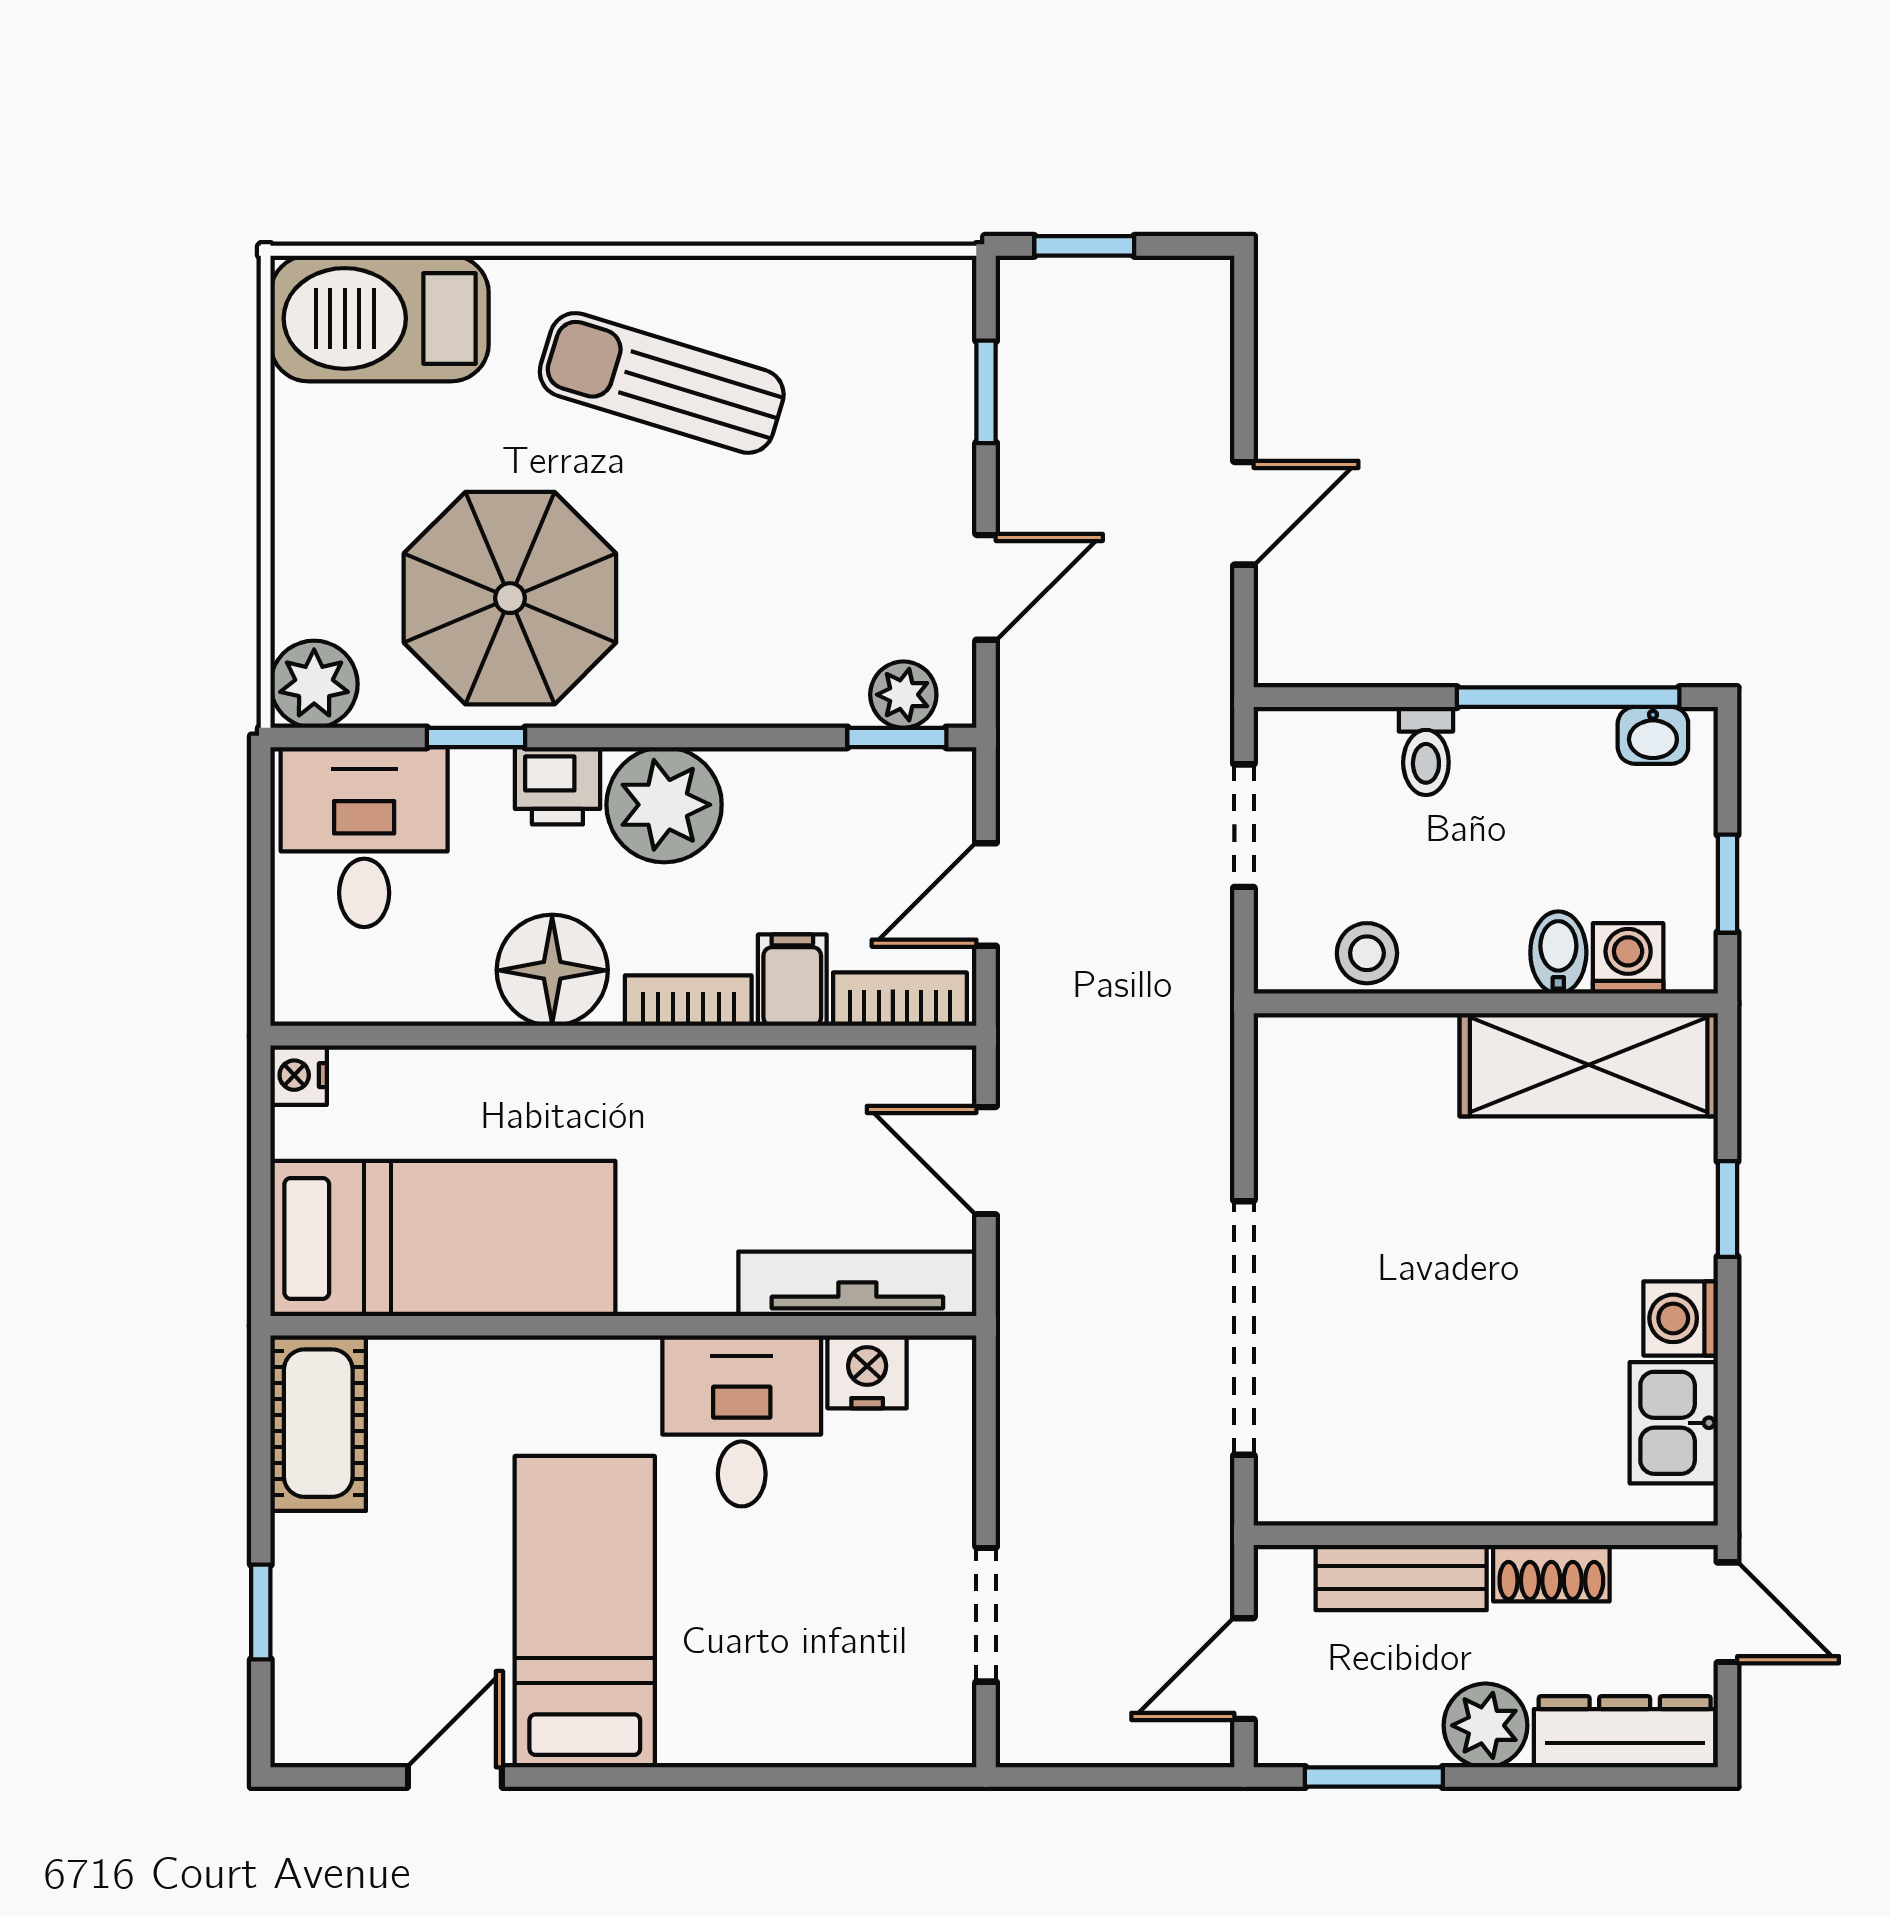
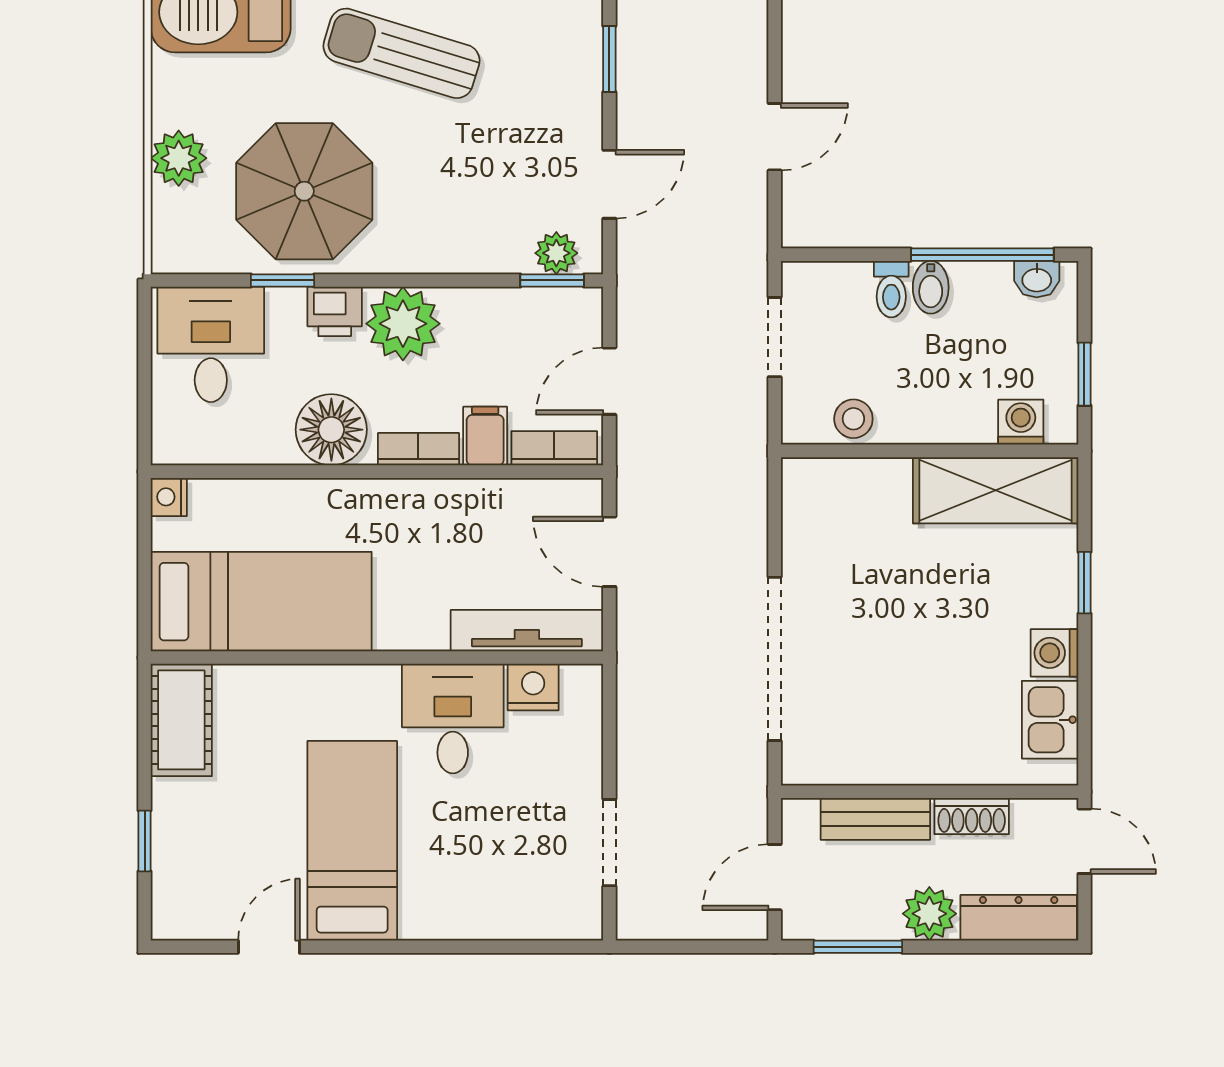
plant: (314, 684) -> (179, 158), moved
bidet: (1558, 952) -> (931, 287), moved, turned 180

